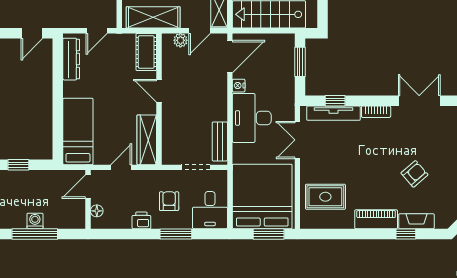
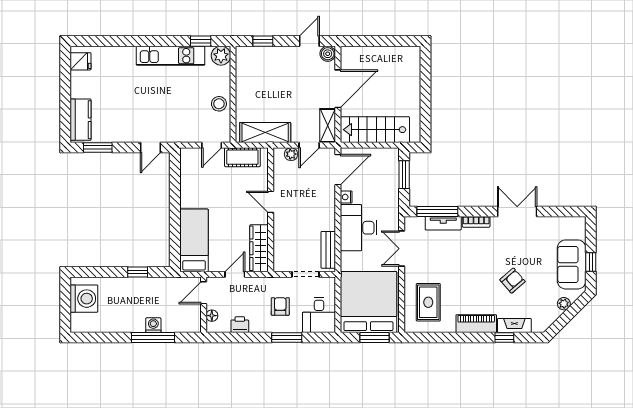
cot: (146, 52) -> (242, 157), moved, turned 90
dresser: (71, 59) -> (188, 172), removed
window: (335, 101) -> (437, 211), width x2.17
tv unit: (334, 113) -> (443, 223), width x0.71
rug: (325, 197) -> (428, 302), turned 90
printer: (141, 220) -> (240, 325), moved

